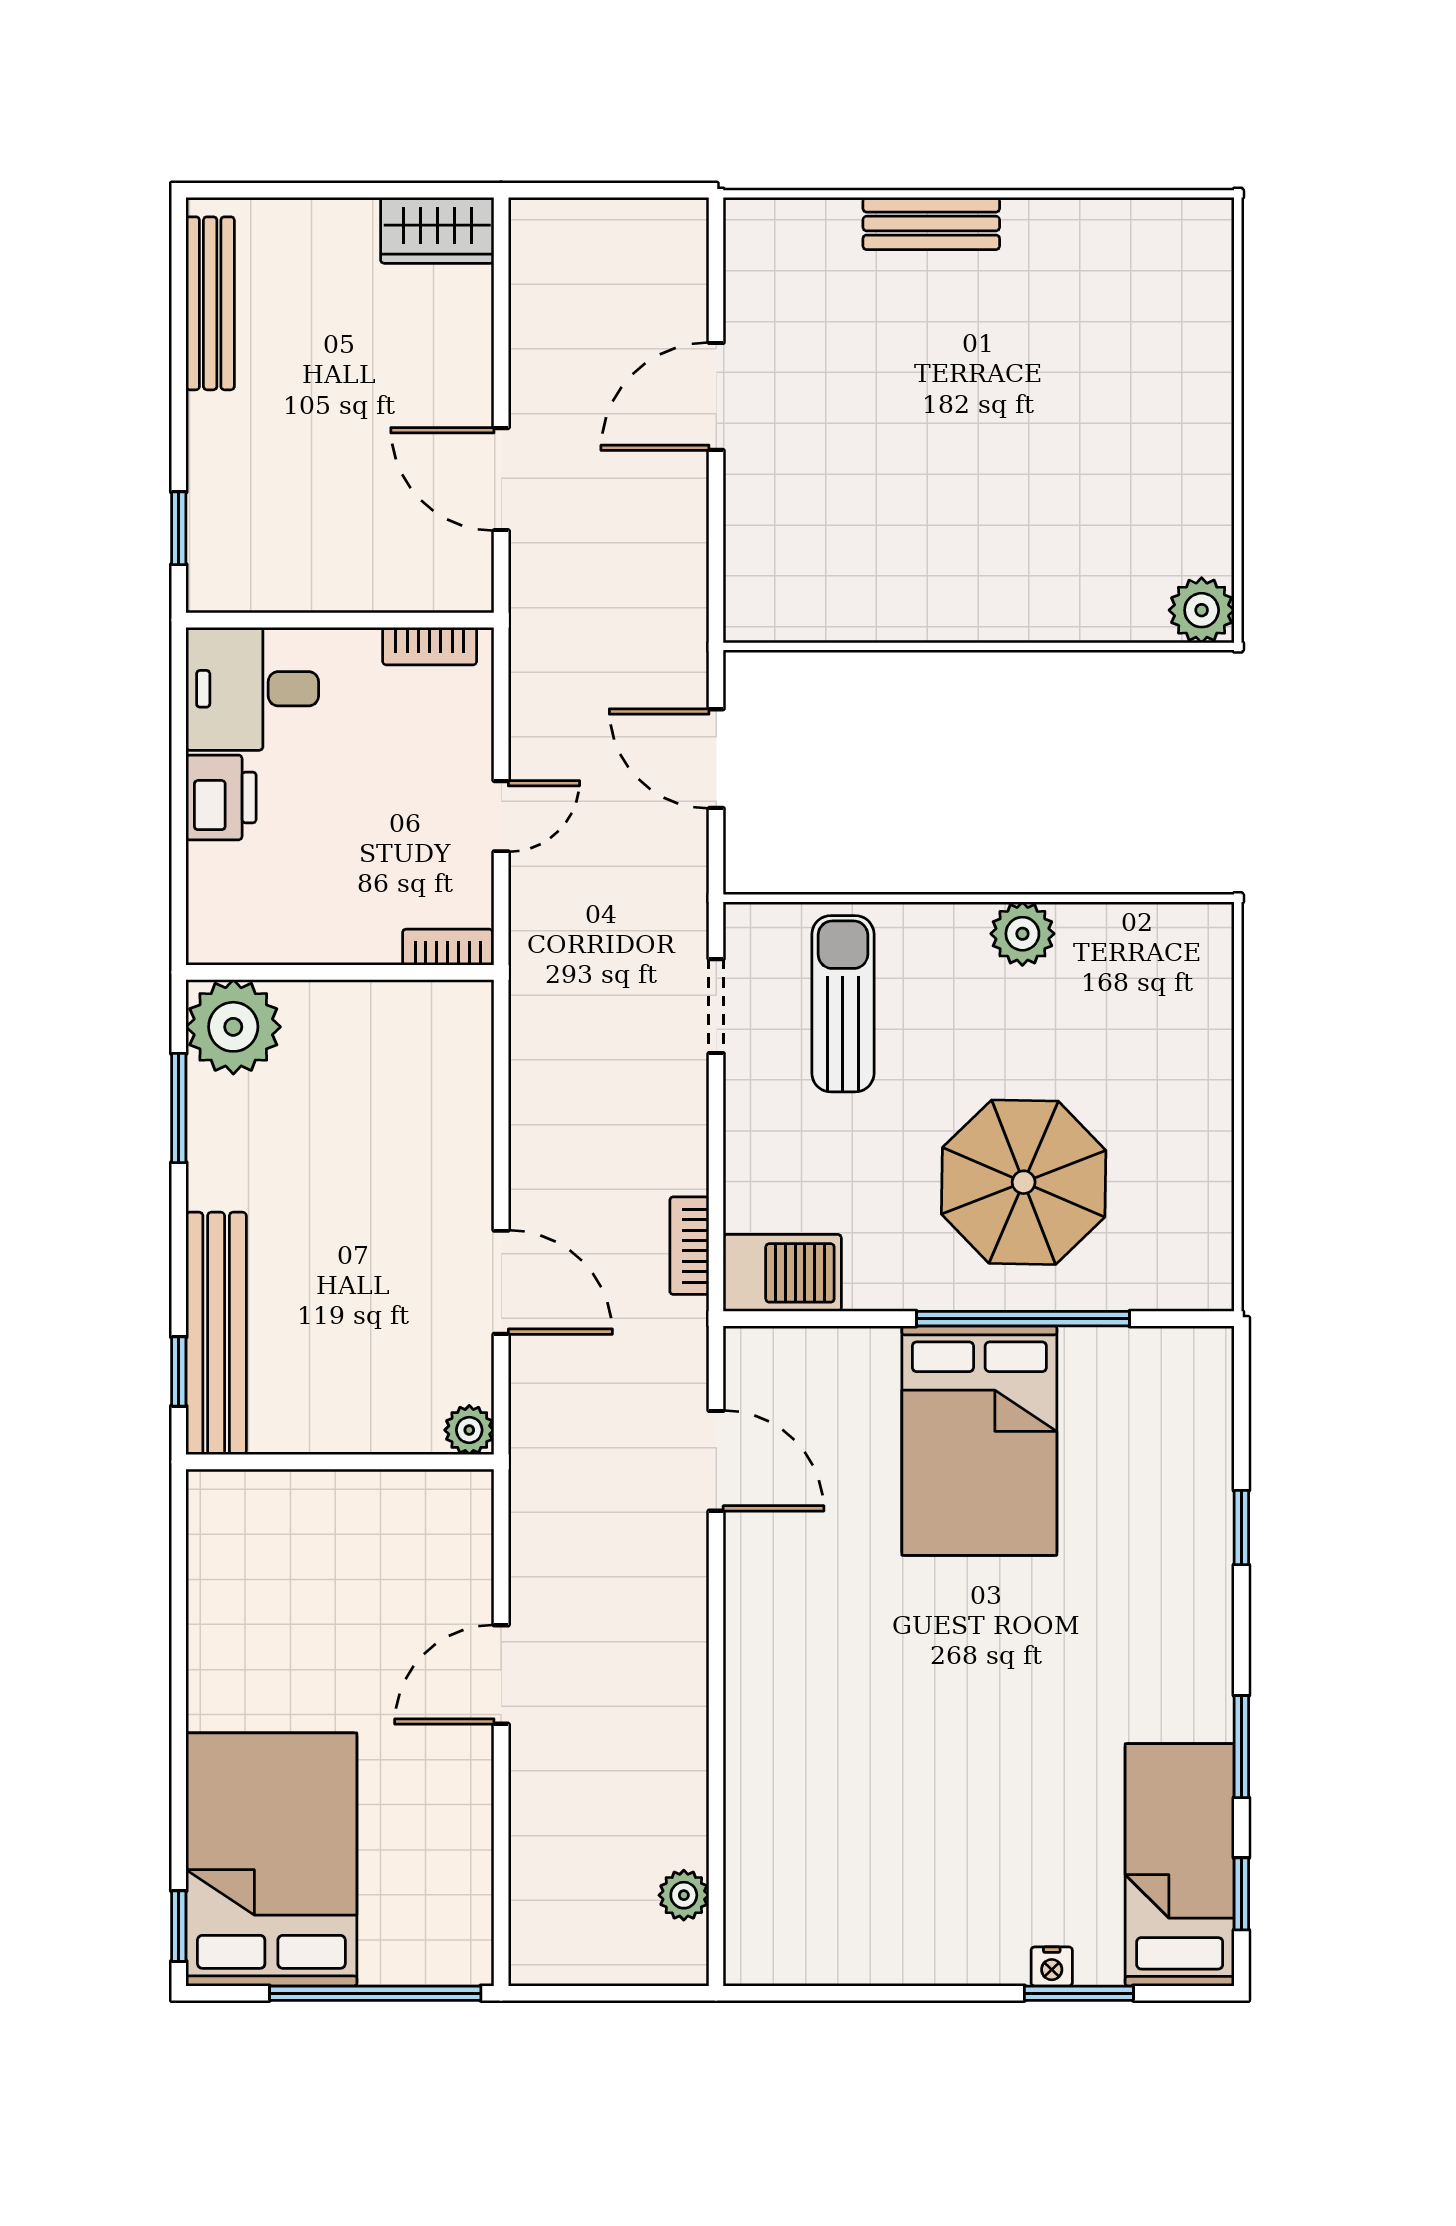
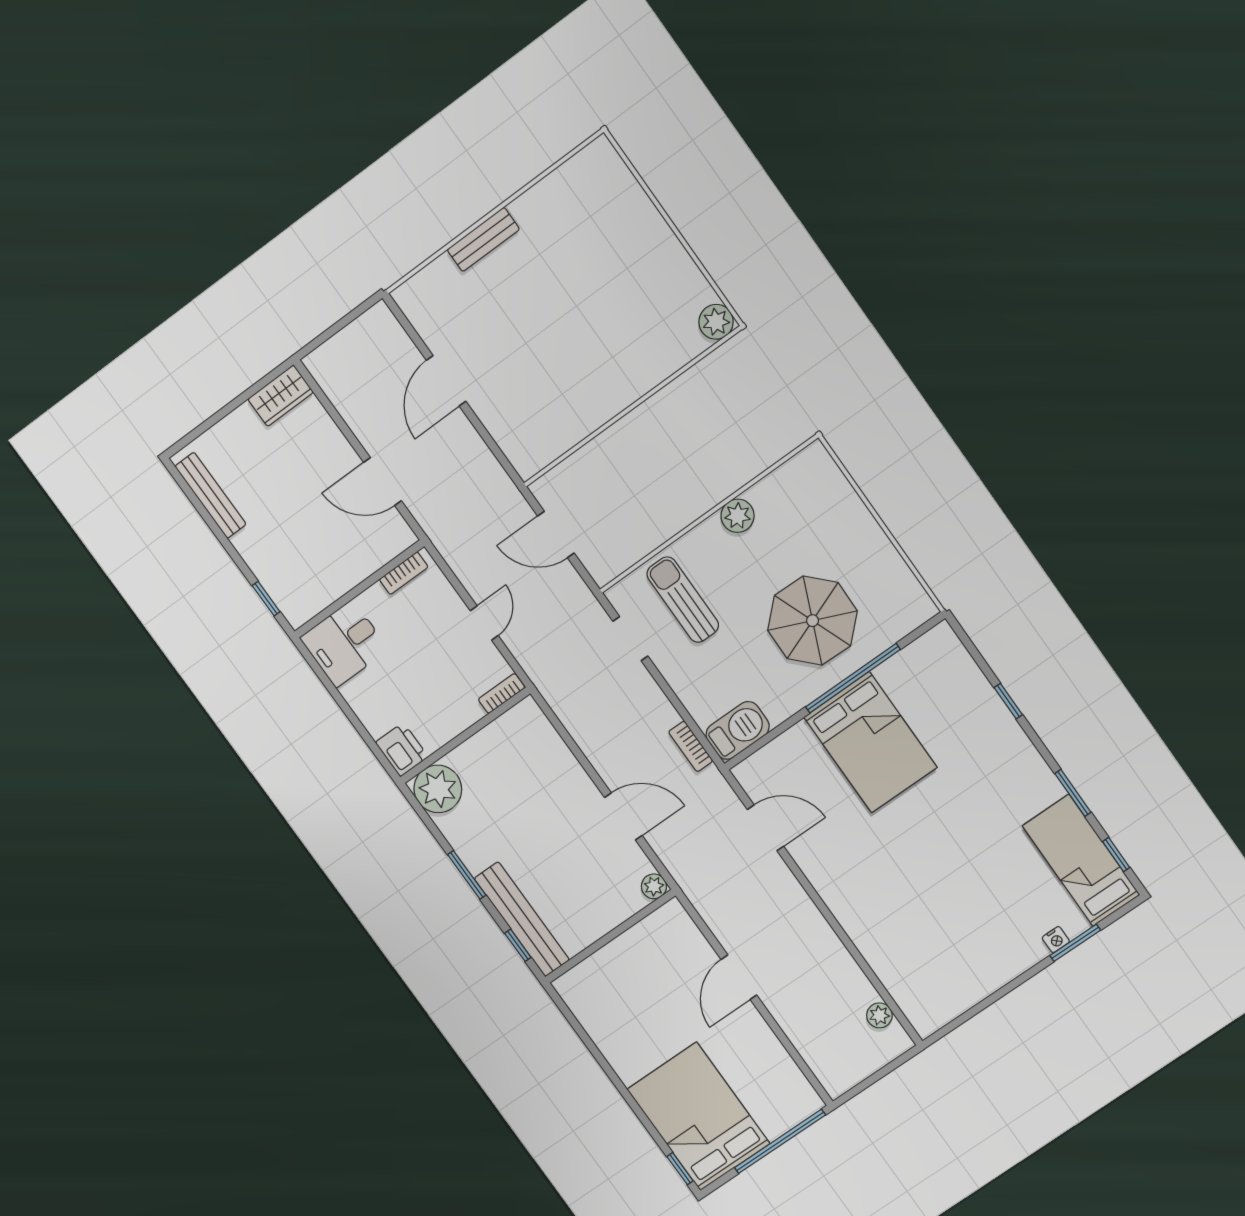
printer: (221, 797) -> (402, 750), moved
window: (179, 1108) -> (467, 875), moved

